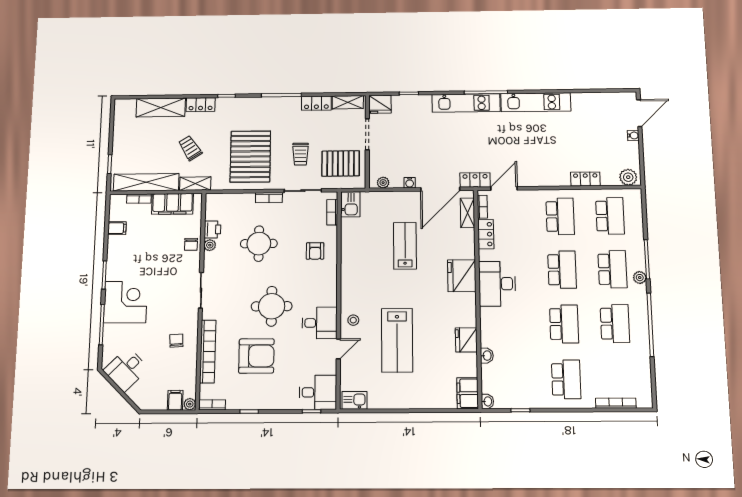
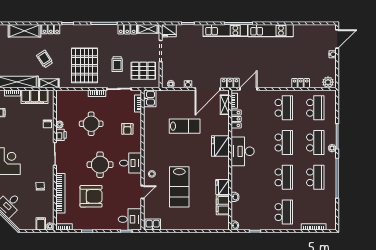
printer: (212, 229) -> (61, 135), moved
lab bench: (405, 246) -> (185, 126), turned 90
desk: (320, 323) -> (131, 163), moved
filing cabinet: (468, 393) -> (223, 205), moved

